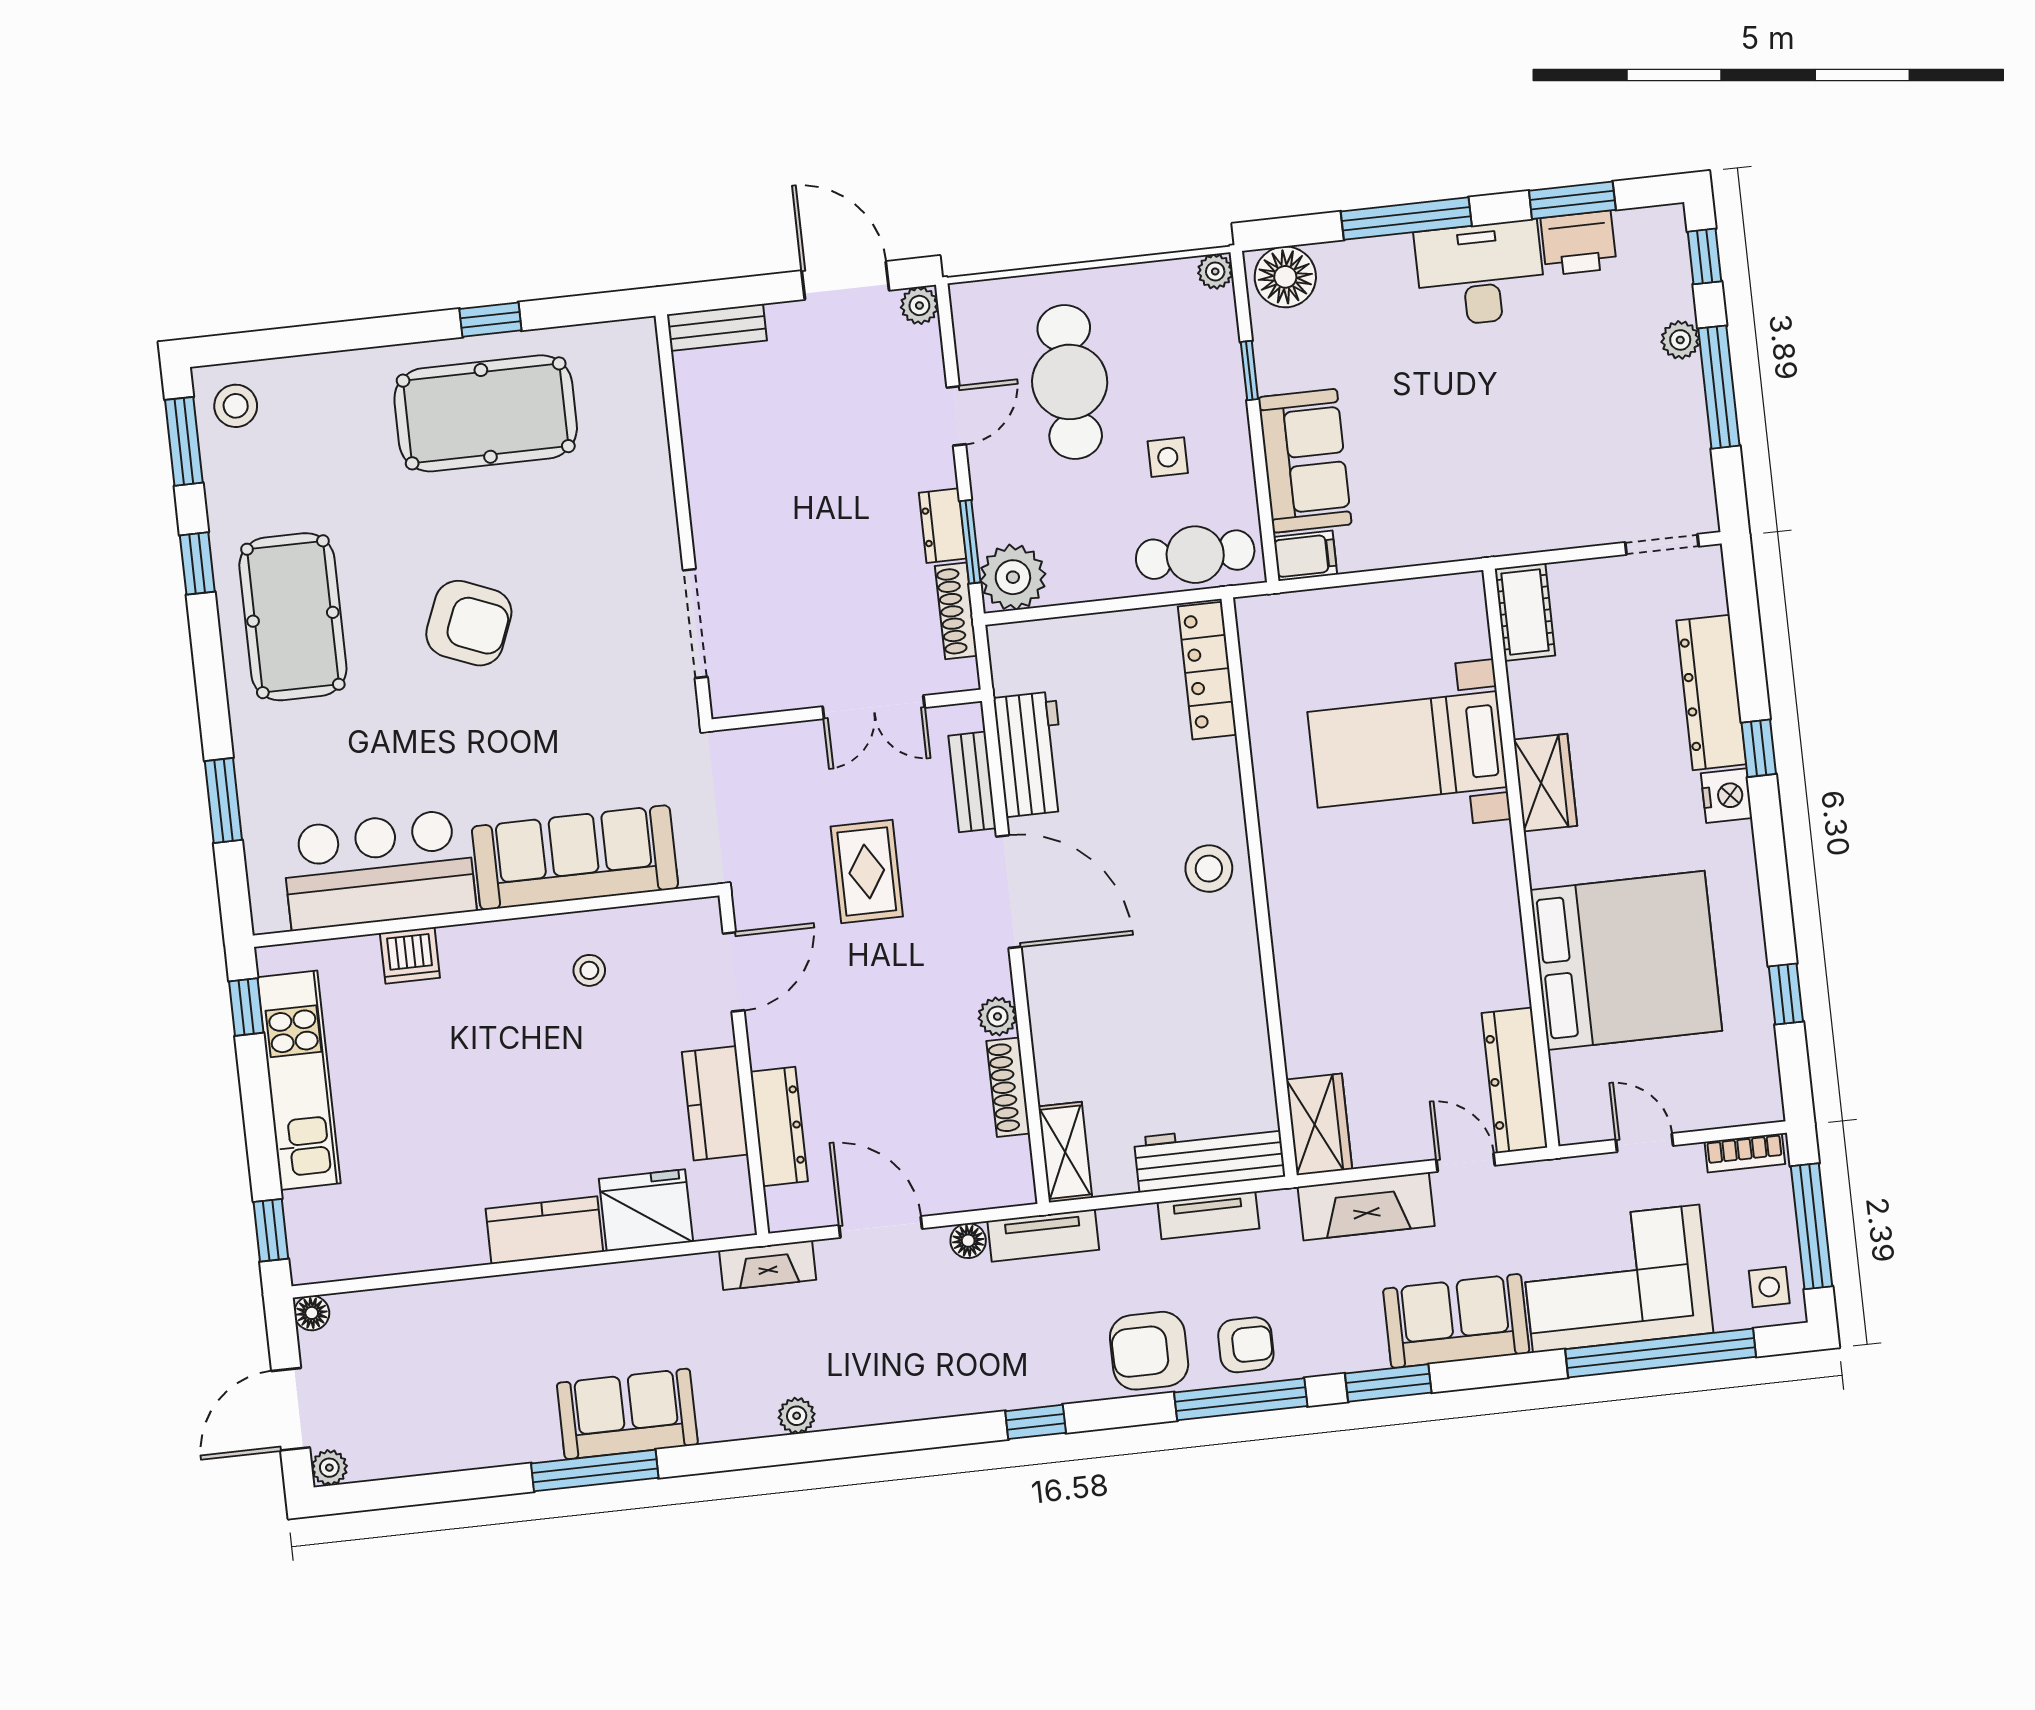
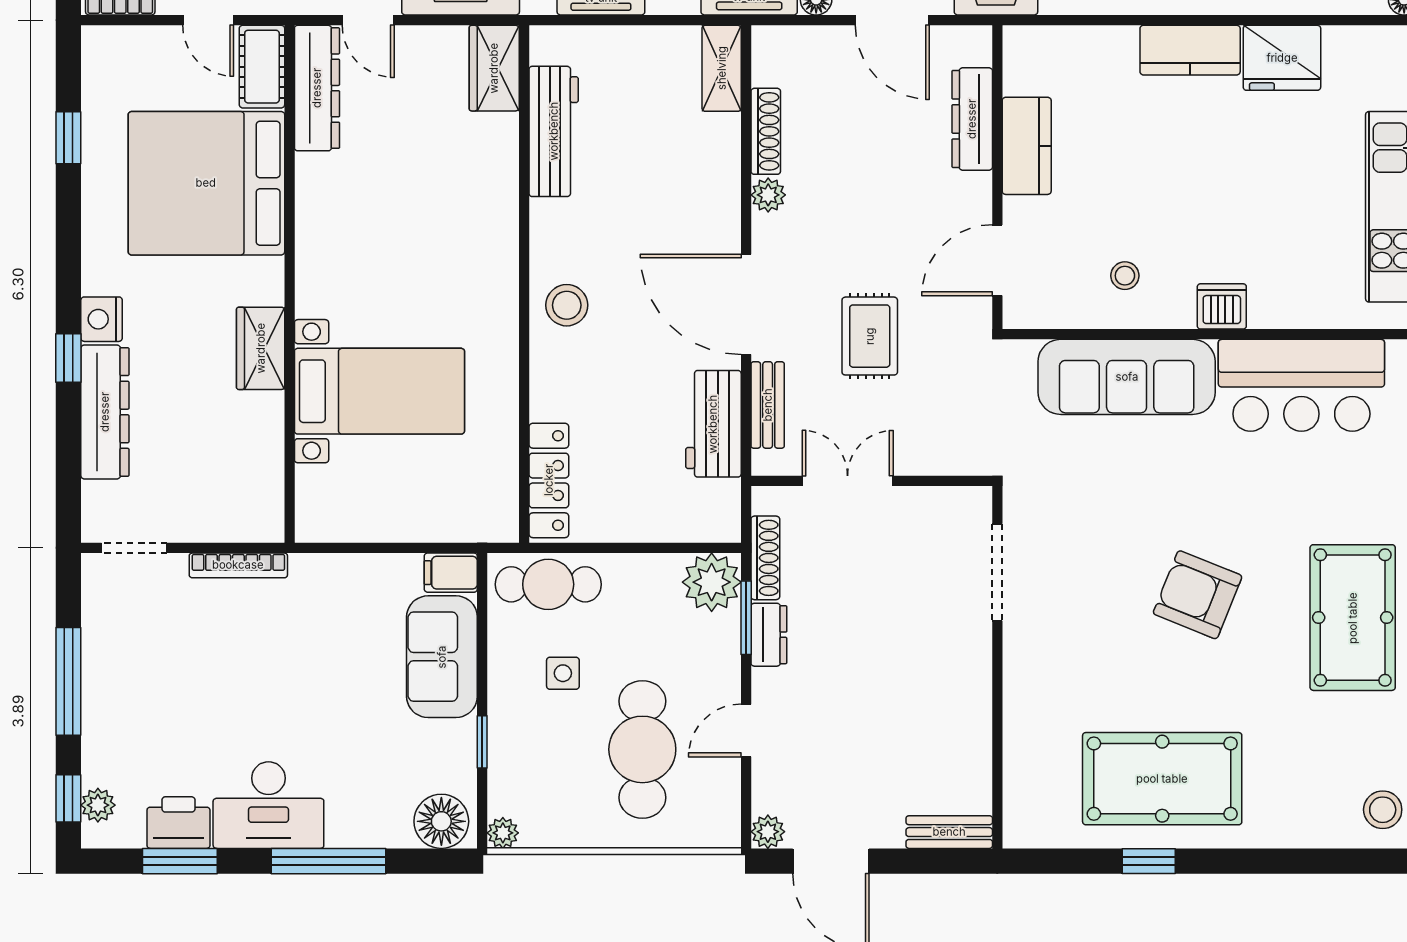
plant: (1680, 340) -> (98, 805), moved
bookcase: (1543, 538) -> (238, 565), added
cot: (1525, 612) -> (262, 67), moved
dishwasher: (410, 955) -> (1222, 306), moved
workbench: (1210, 1157) -> (554, 131), moved, turned -90
fridge: (646, 1210) -> (1282, 58), moved

